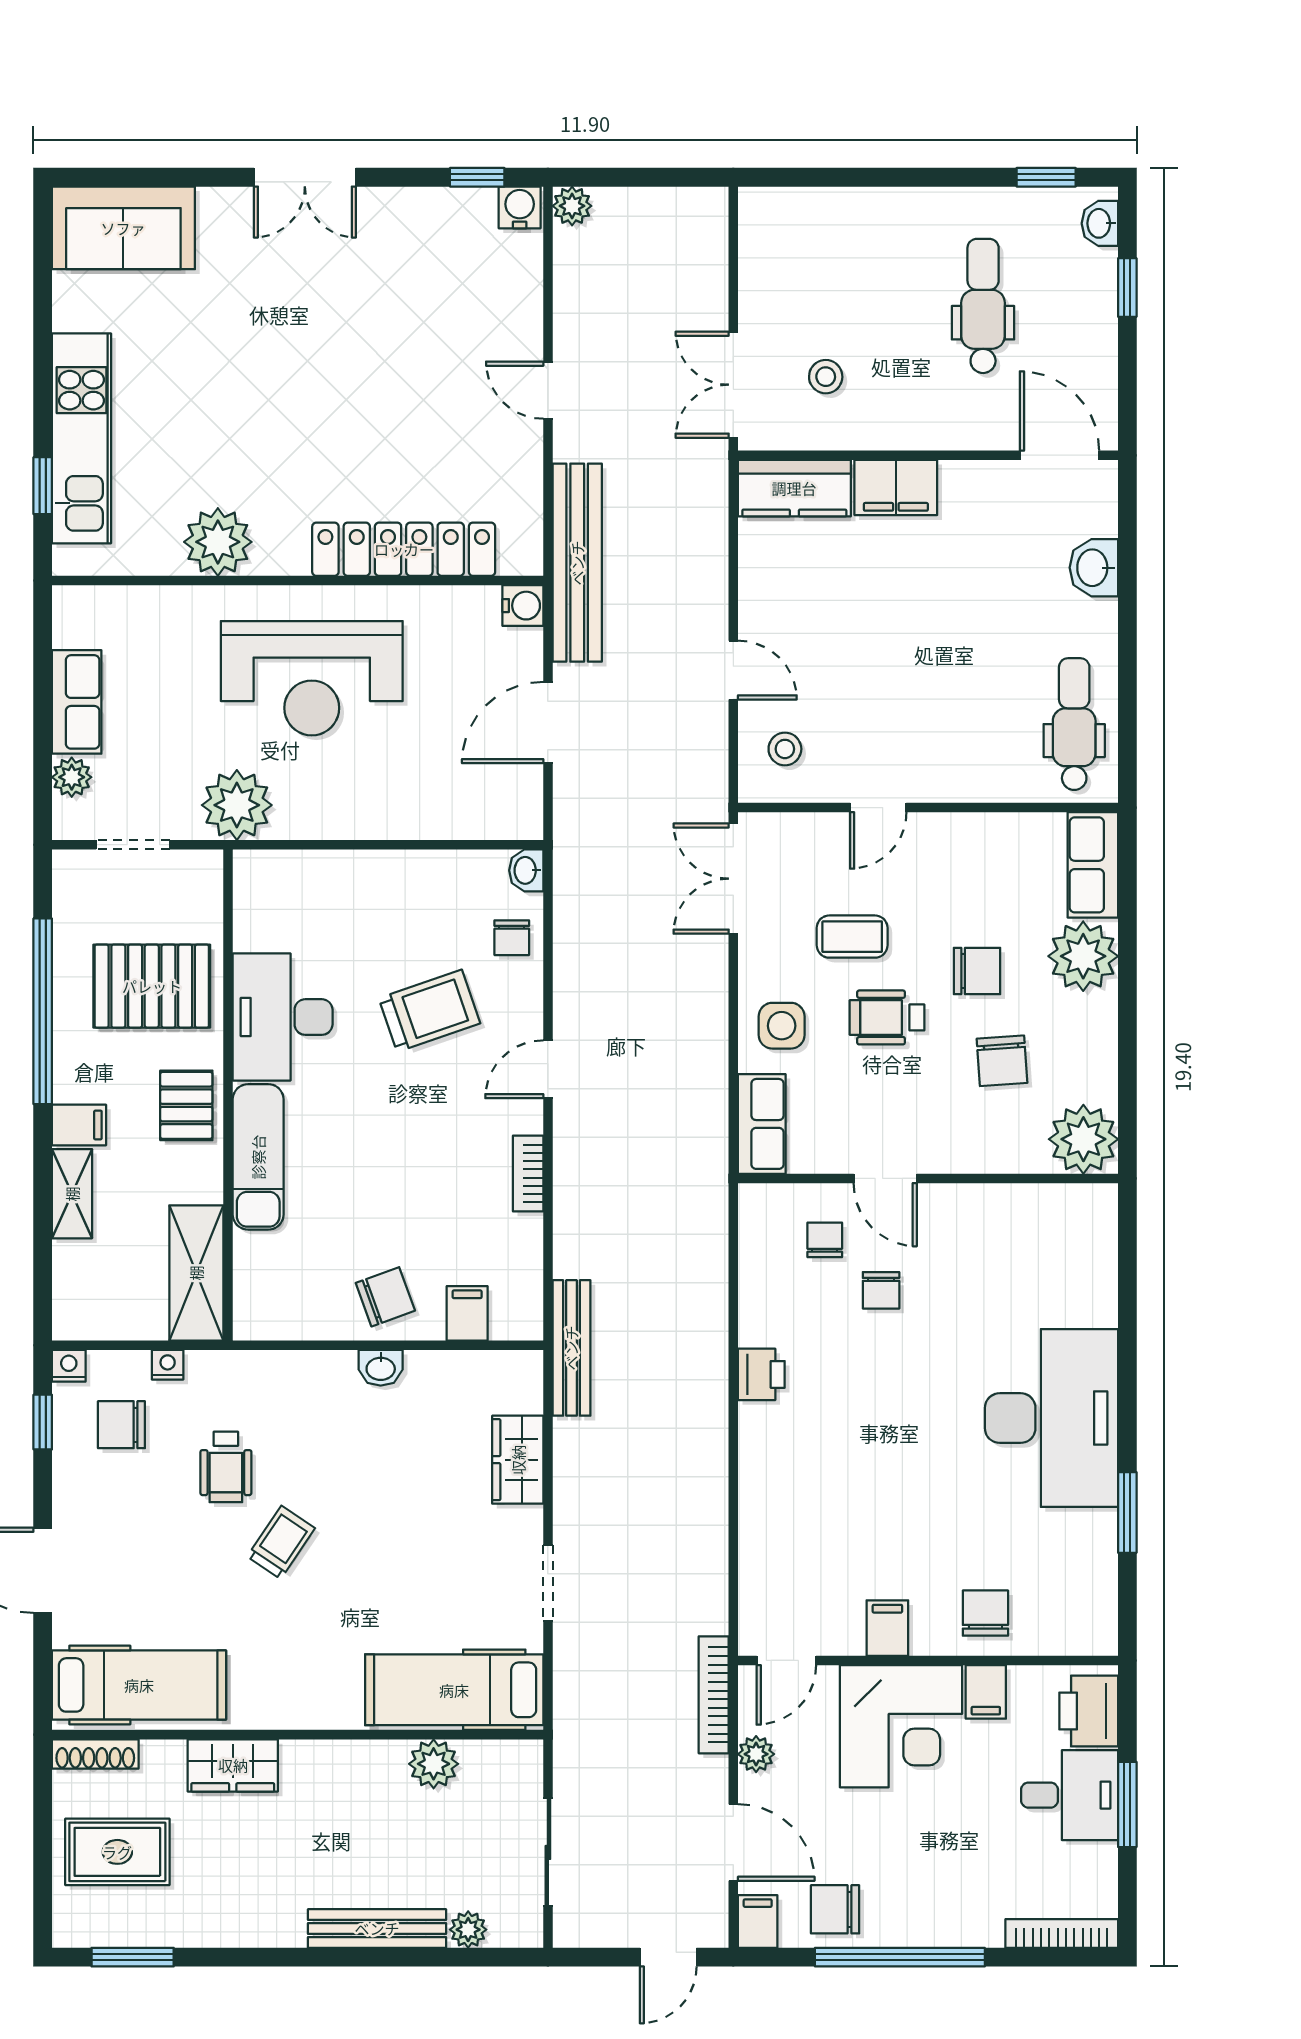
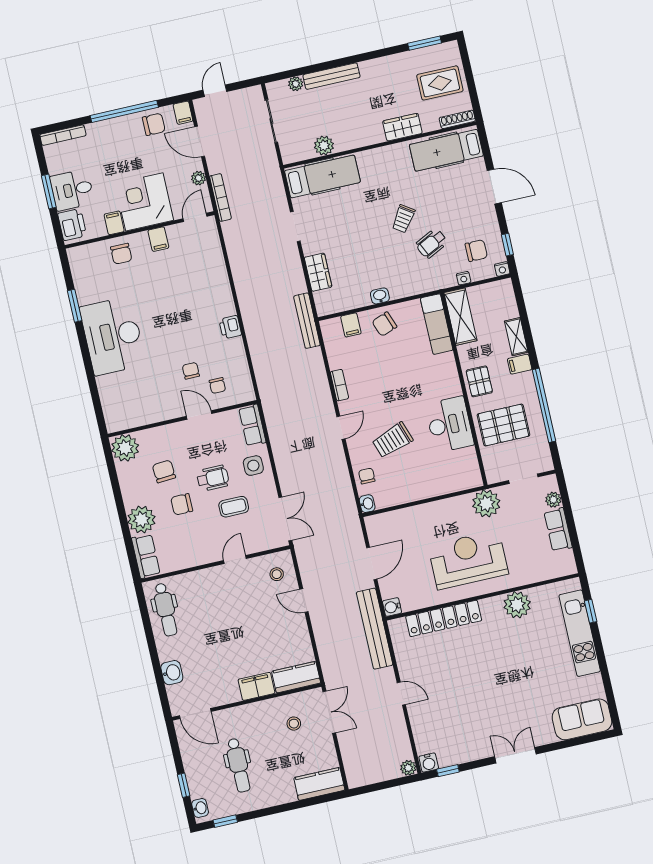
kitchen counter: (797, 216) -> (319, 784), added
exam couch: (258, 1157) -> (437, 324), moved
wheelchair: (226, 1467) -> (432, 243), turned -116

